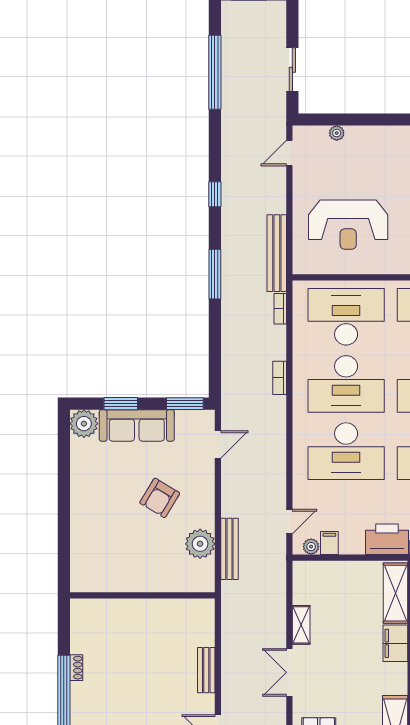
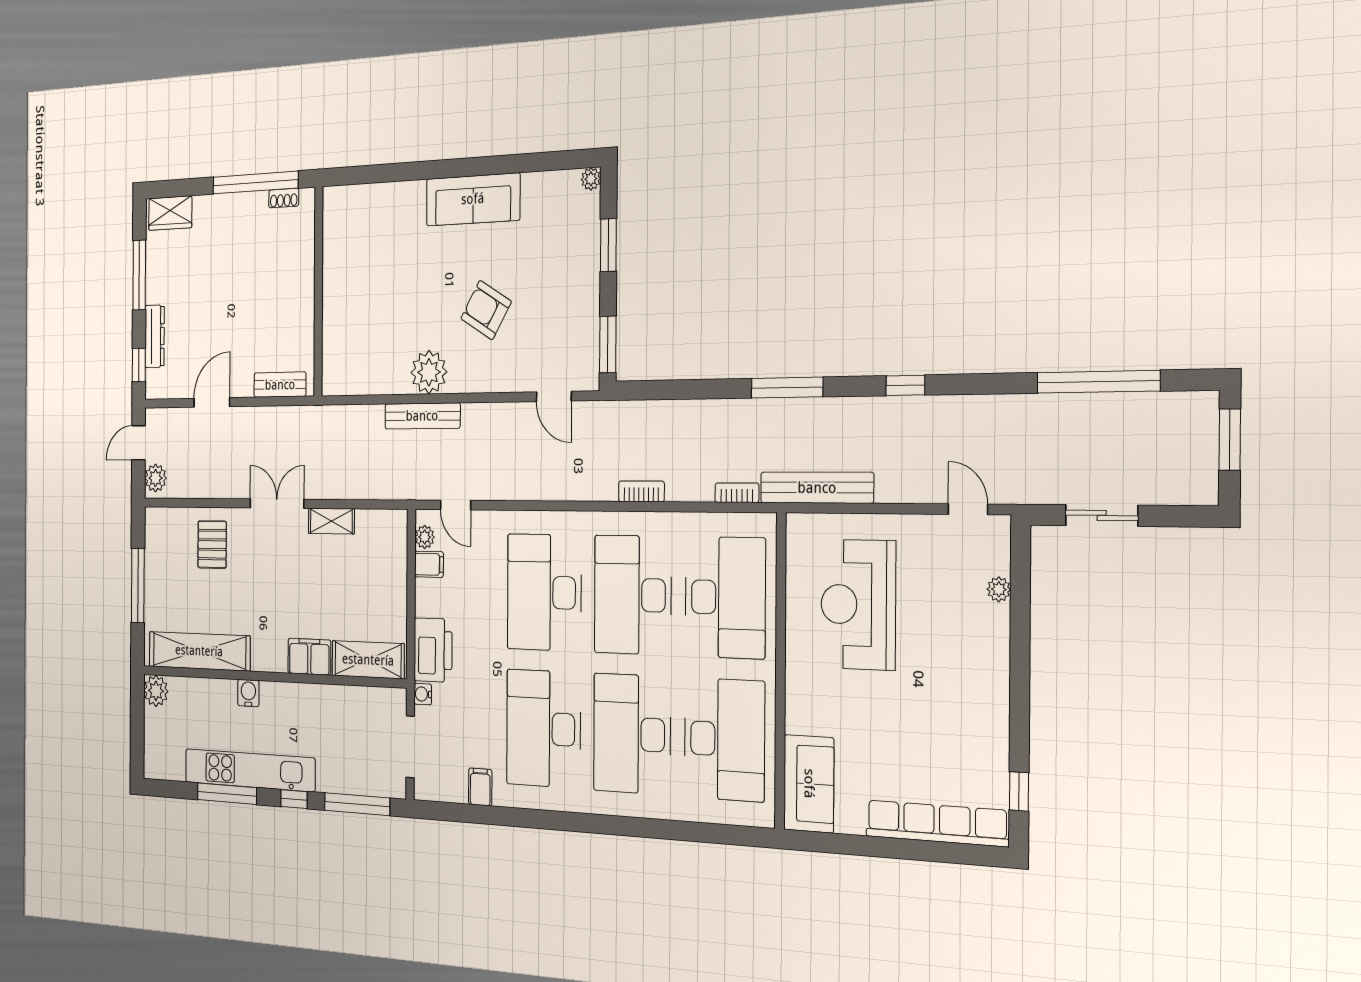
plant: (84, 424) -> (591, 179), width x0.53, depth x0.53
sofa: (137, 425) -> (473, 199), moved, turned -90
wall: (142, 595) -> (318, 291), moved

